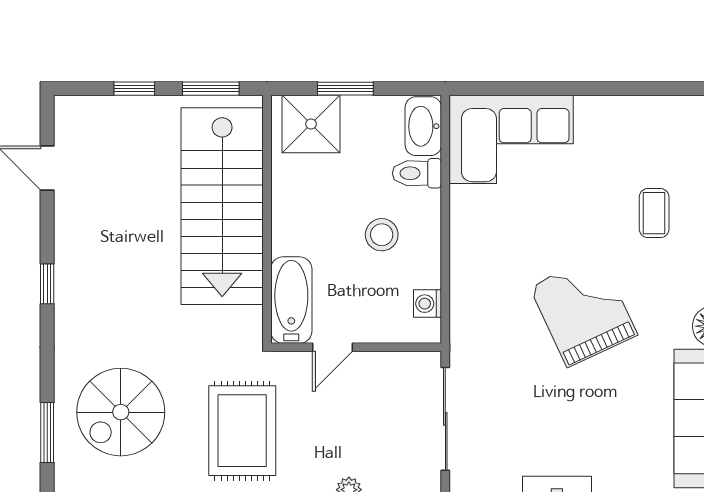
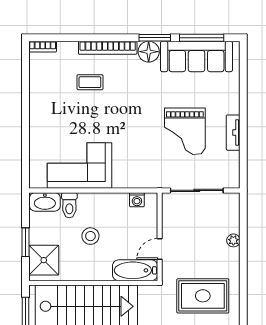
corner sofa: (511, 139) -> (79, 166), moved, turned -90
stool: (382, 235) -> (90, 236), moved
grand piano: (583, 311) -> (185, 131), moved, turned -65
door: (333, 347) -> (160, 249), swing flipped

